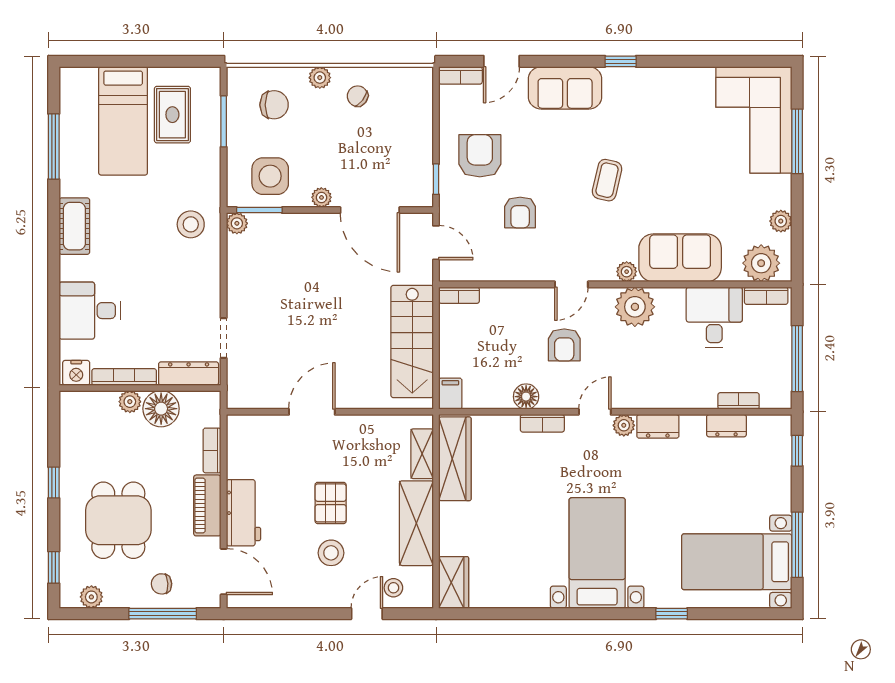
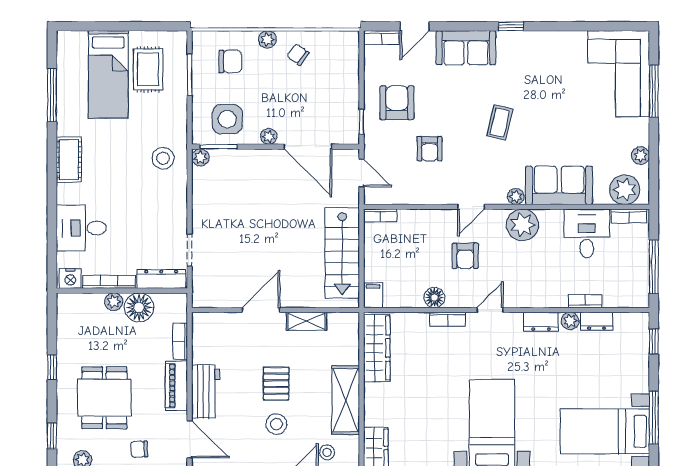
bookcase: (739, 401) -> (585, 301), moved
plant: (624, 425) -> (570, 321), moved
shelving: (422, 454) -> (306, 321), moved, turned 90

